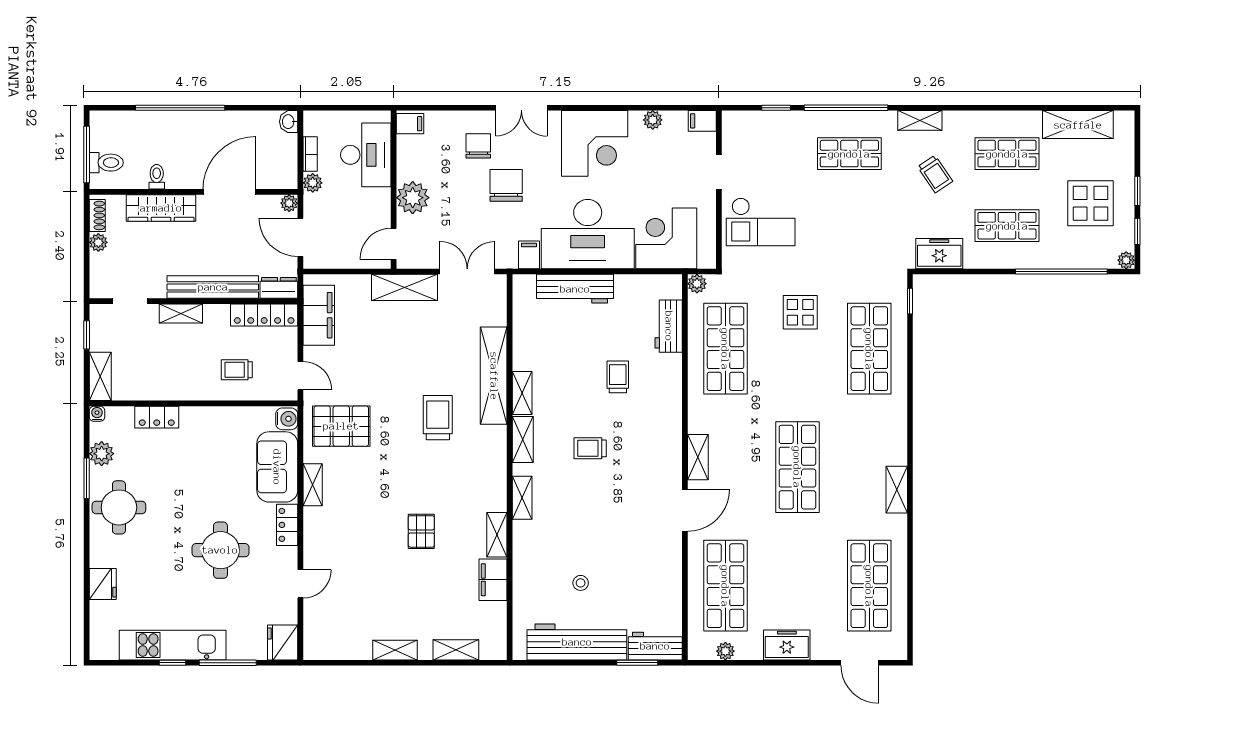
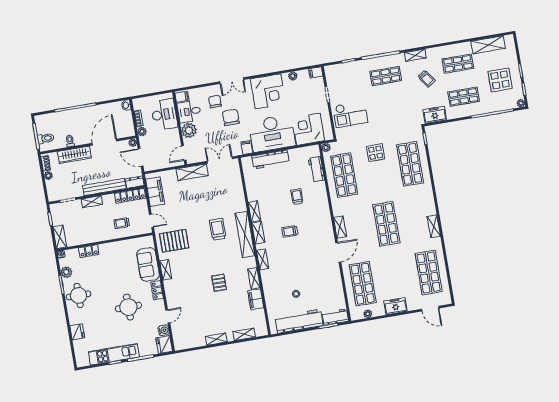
desk: (420, 158) -> (189, 112), added
shelving: (494, 376) -> (245, 234), moved
water cooler: (287, 419) -> (164, 330), moved

